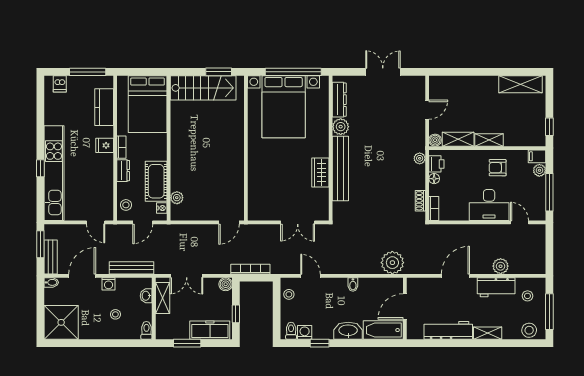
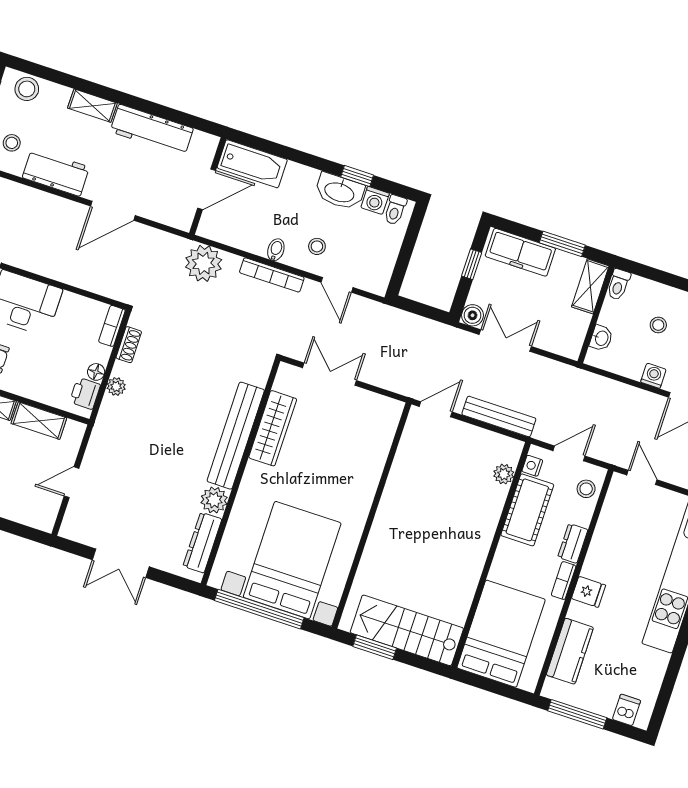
boiler: (435, 140) -> (75, 431), removed
plant: (420, 158) -> (116, 386), moved
wardrobe: (320, 173) -> (273, 428), width x1.50
plant: (501, 266) -> (38, 203), removed
bench: (131, 268) -> (499, 416), moved
bookcase: (250, 269) -> (272, 275), moved
double door: (187, 276) -> (505, 341), moved
stool: (289, 294) -> (317, 246), moved
shelving: (163, 298) -> (590, 286), moved
washbasin: (348, 331) -> (340, 192), moved

